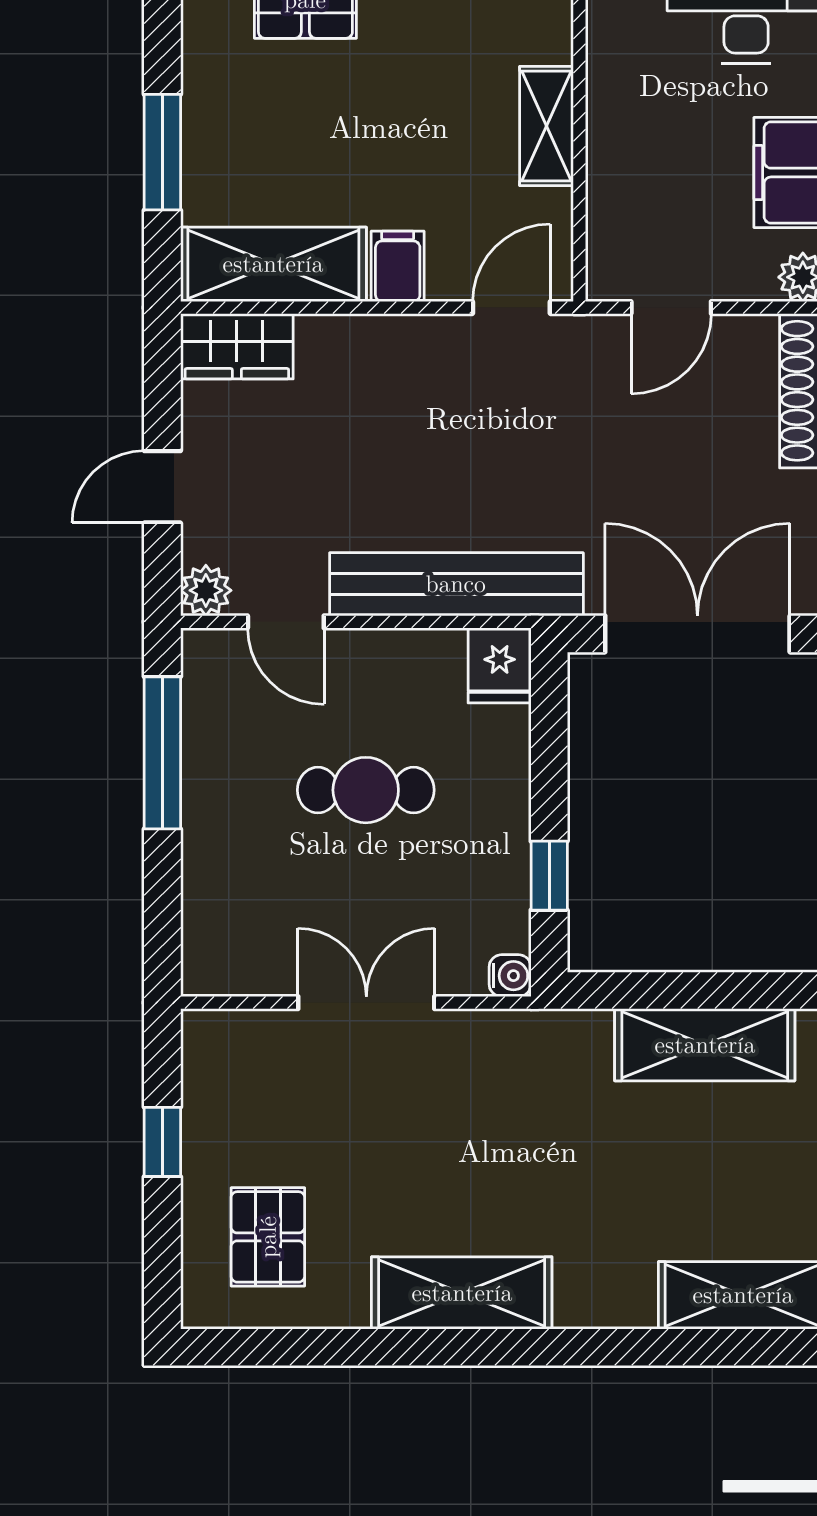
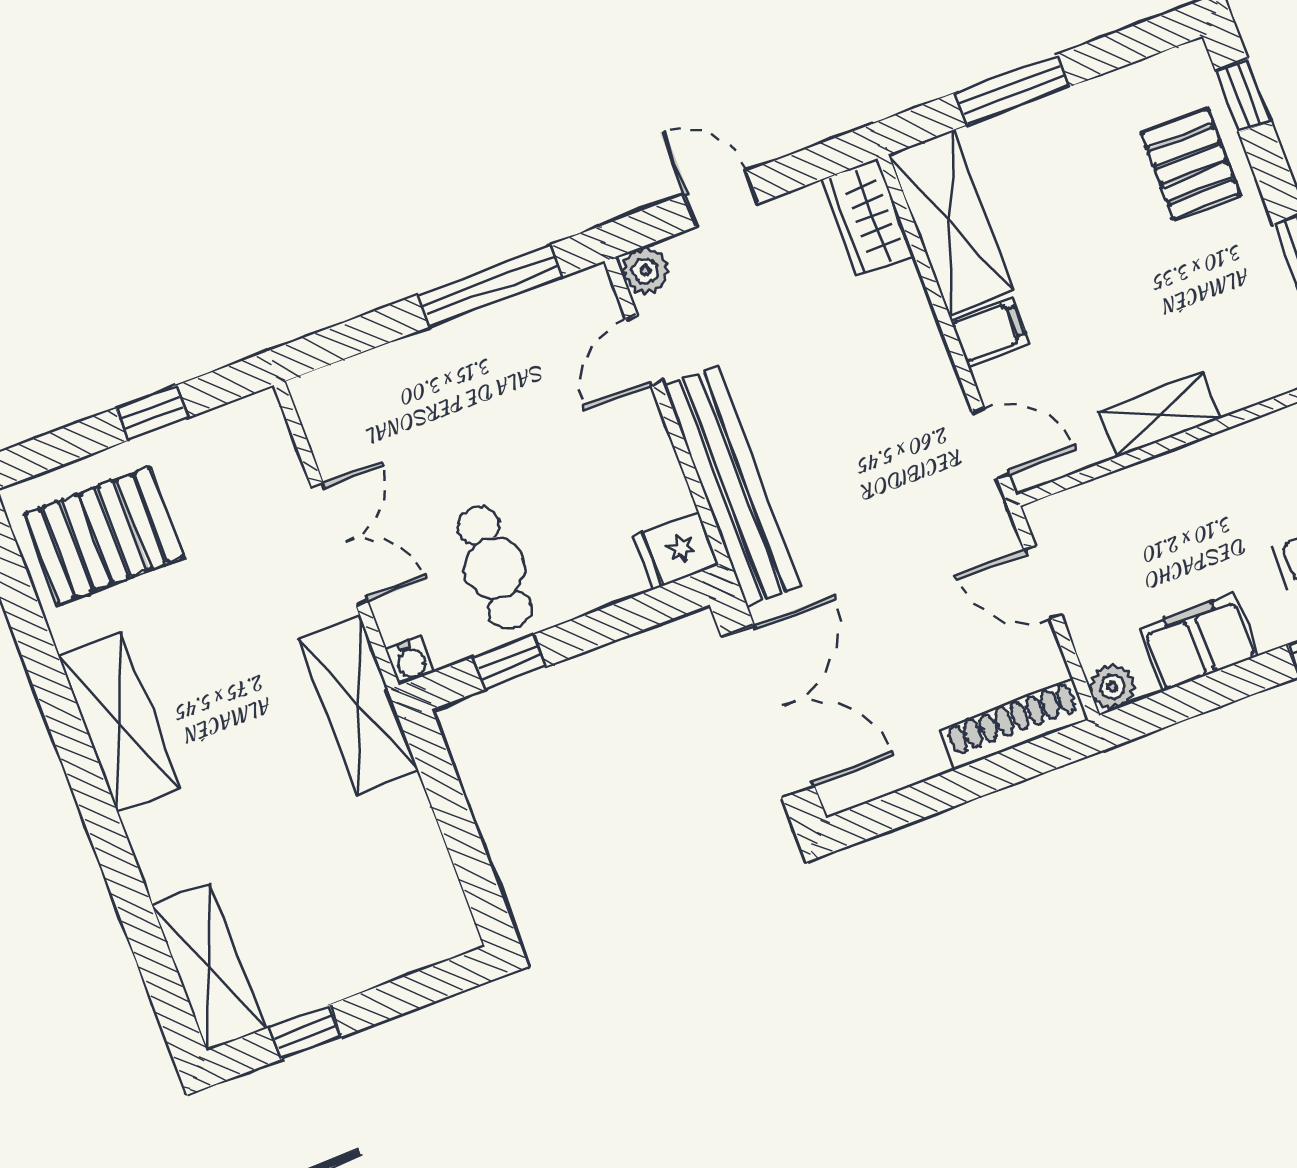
cafe table: (366, 790) -> (494, 568), moved
shelving: (705, 1045) -> (358, 705), moved
pallet: (268, 1237) -> (104, 535), width x1.50, depth x1.42

